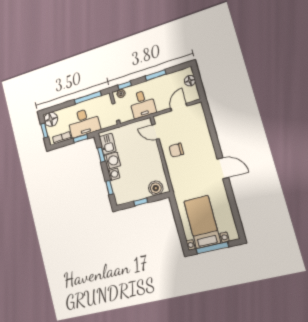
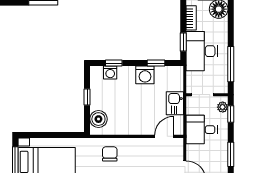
kitchen sink: (108, 144) -> (175, 103), moved, turned 90
chair: (176, 150) -> (110, 154), moved
washing machine: (114, 174) -> (110, 73), moved

